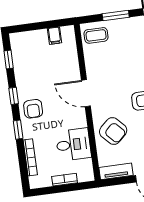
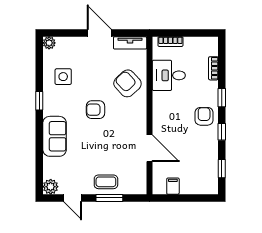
coffee table: (96, 35) -> (106, 182), moved
door: (86, 93) -> (149, 148), moved
bookcase: (30, 157) -> (213, 68), width x0.64
bookcase: (65, 180) -> (170, 42), moved

